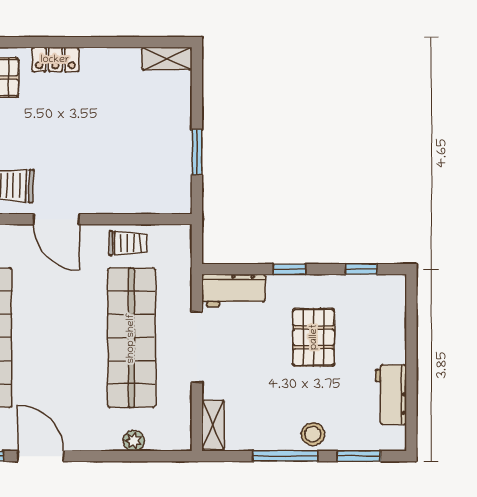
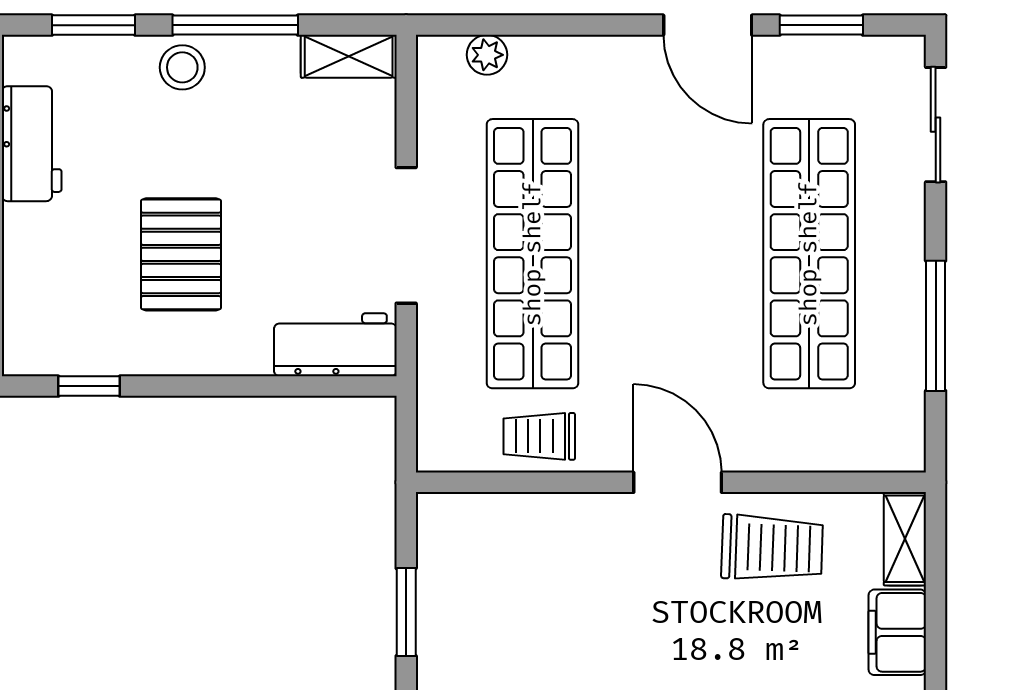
window: (289, 269) -> (228, 386), removed
shelving: (213, 425) -> (349, 56), moved, turned 90
plant: (134, 441) -> (487, 55), moved

